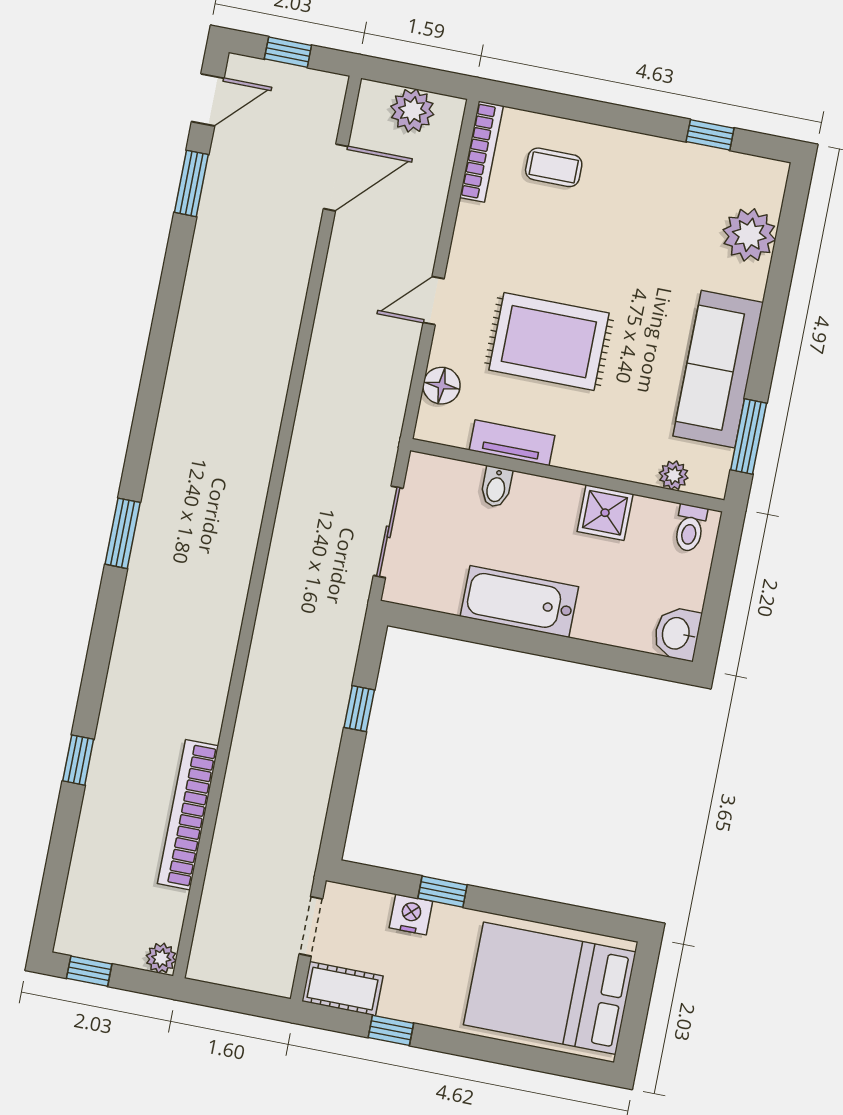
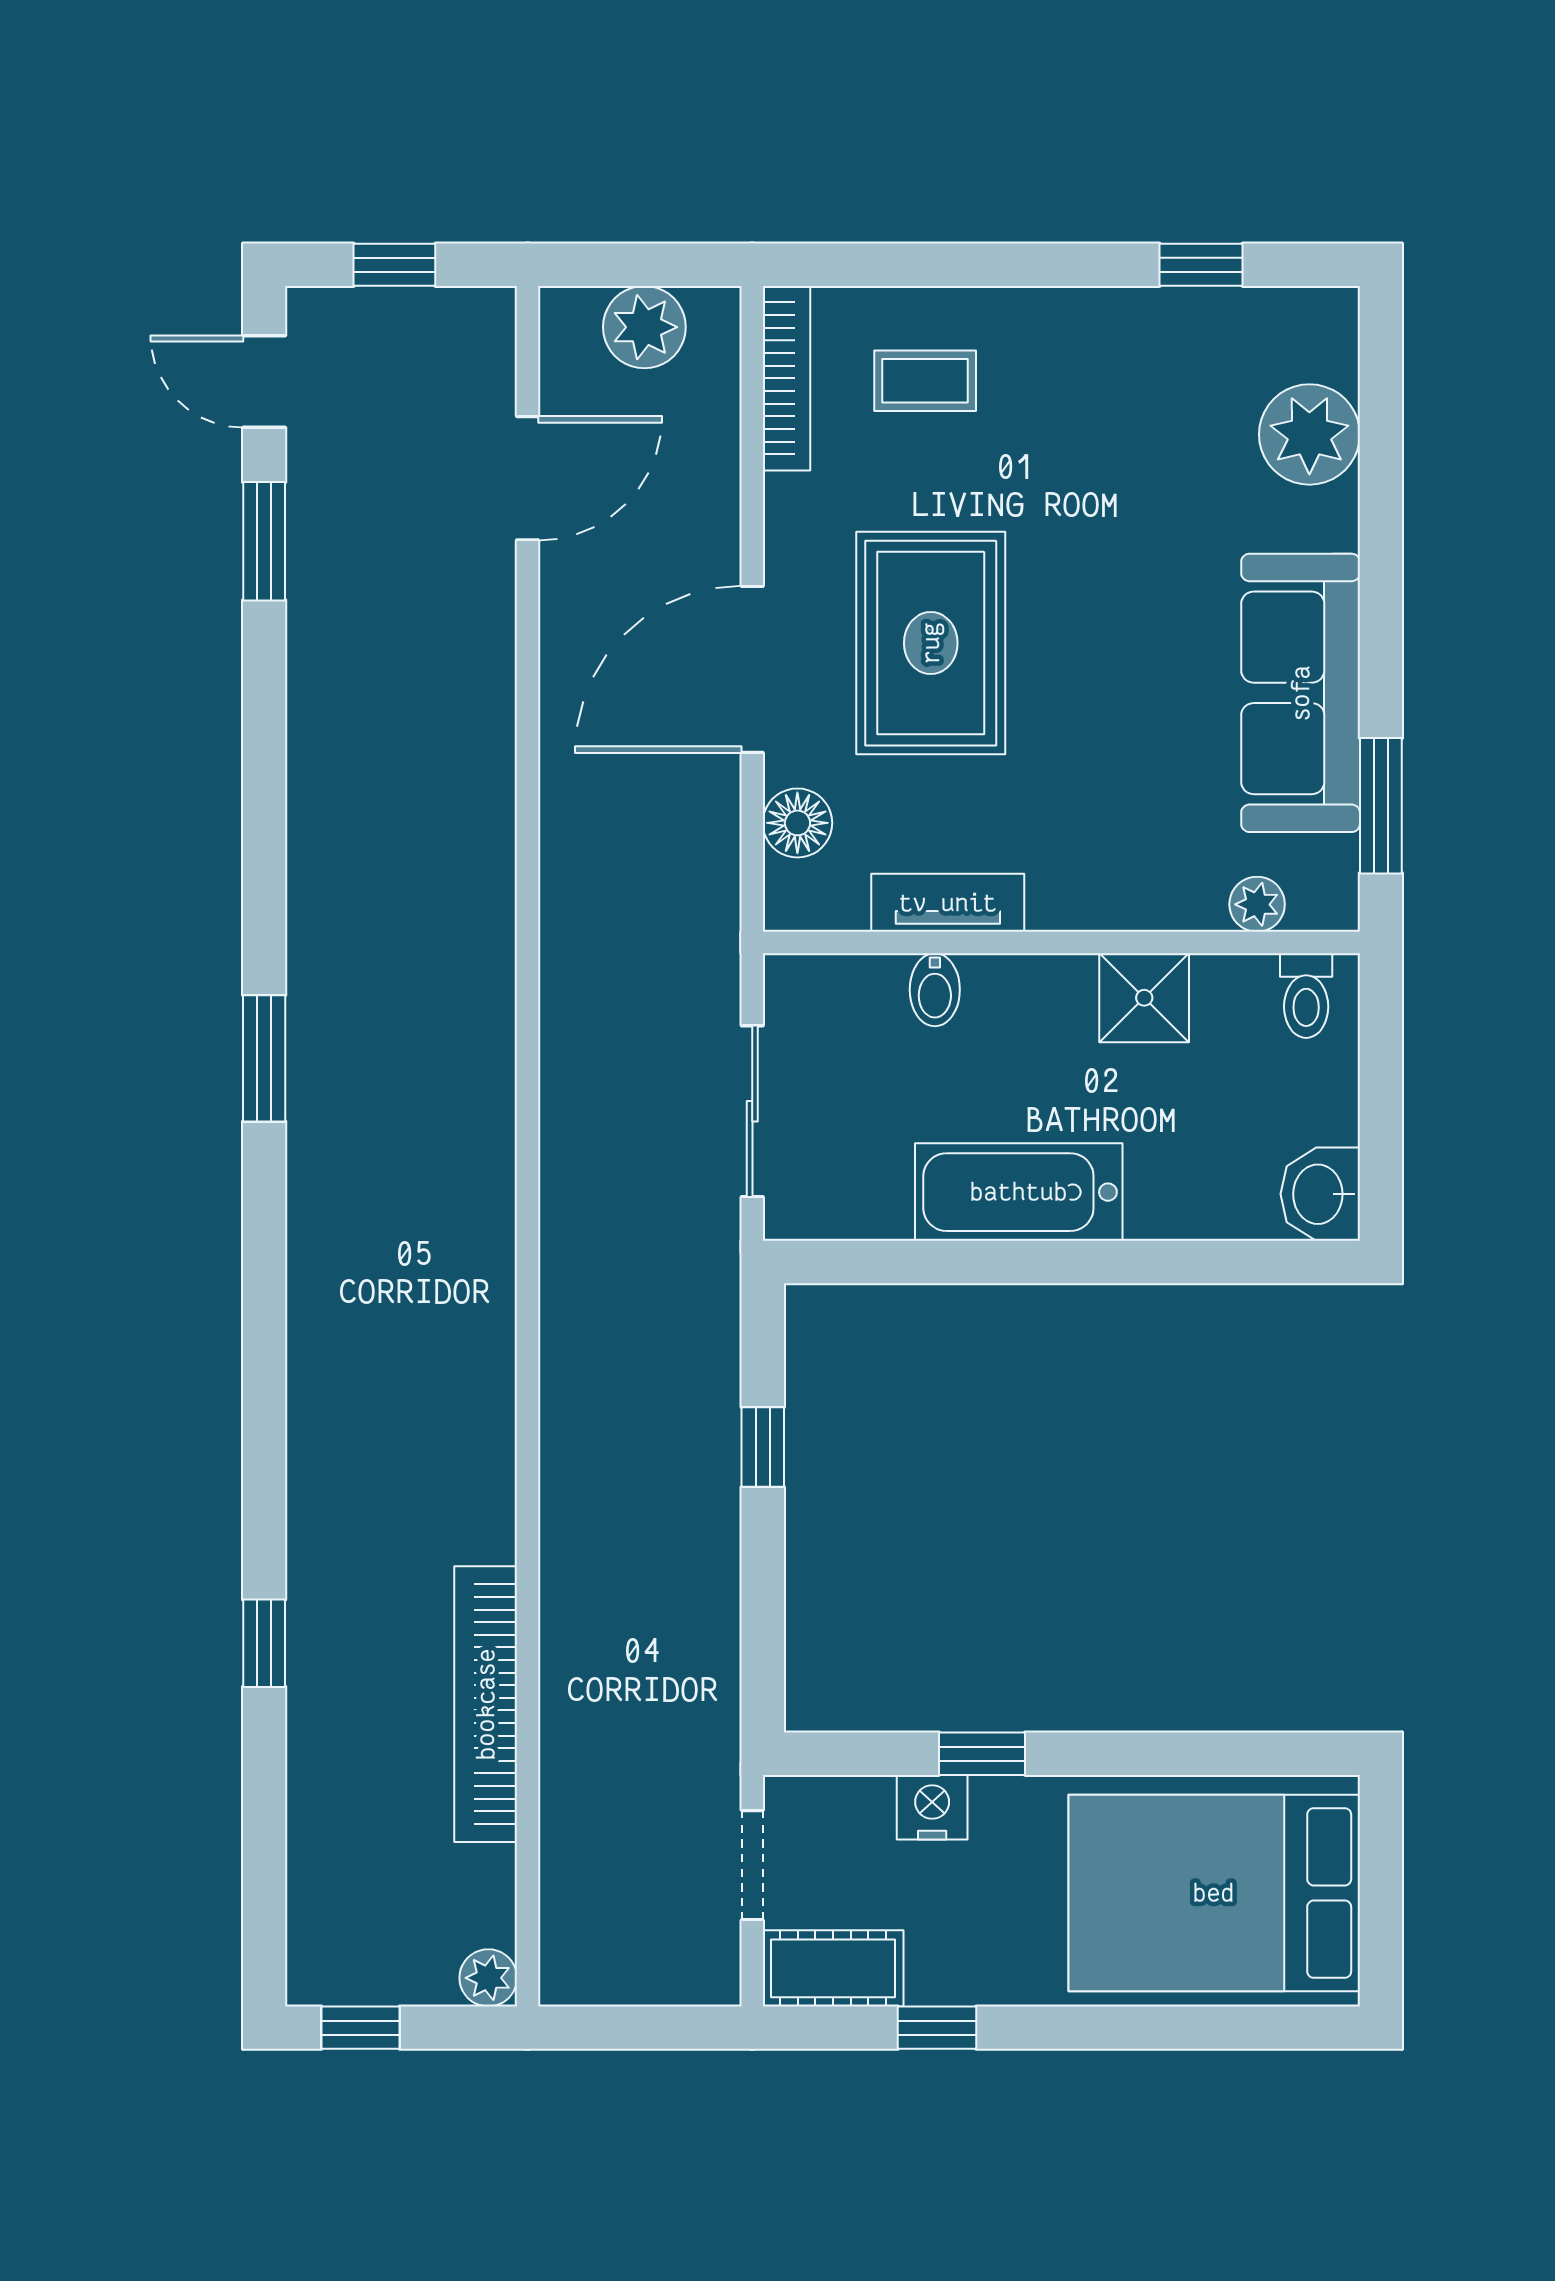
door: (208, 100) -> (264, 381), swing flipped
door: (434, 301) -> (752, 669), width x1.88
rug: (549, 342) -> (931, 643), moved, turned 90
window: (123, 533) -> (264, 1058), moved

